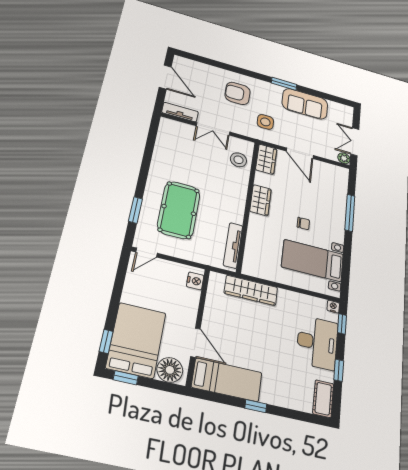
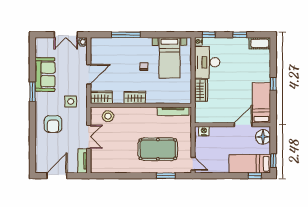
wardrobe: (251, 290) -> (201, 90), width x0.67
bed: (136, 340) -> (250, 164), width x0.67
desk: (317, 343) -> (207, 62), moved, turned -90

